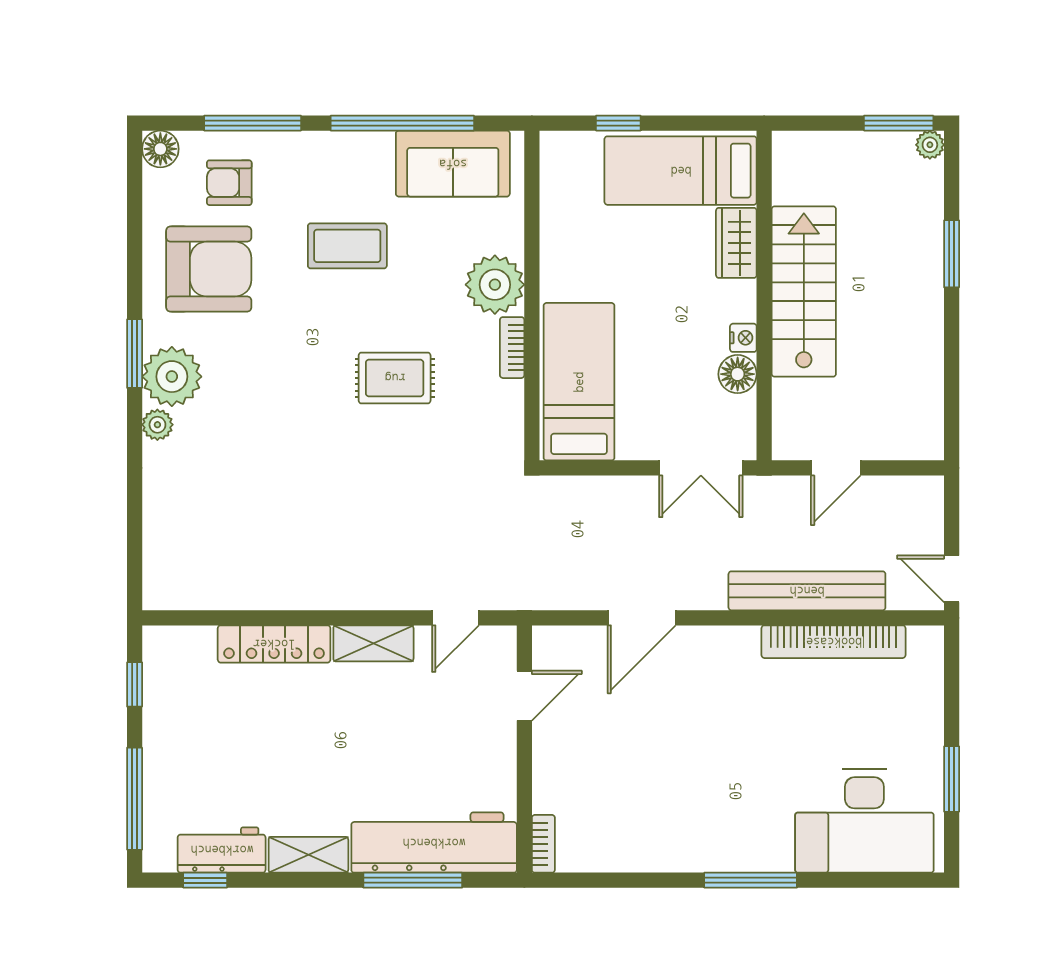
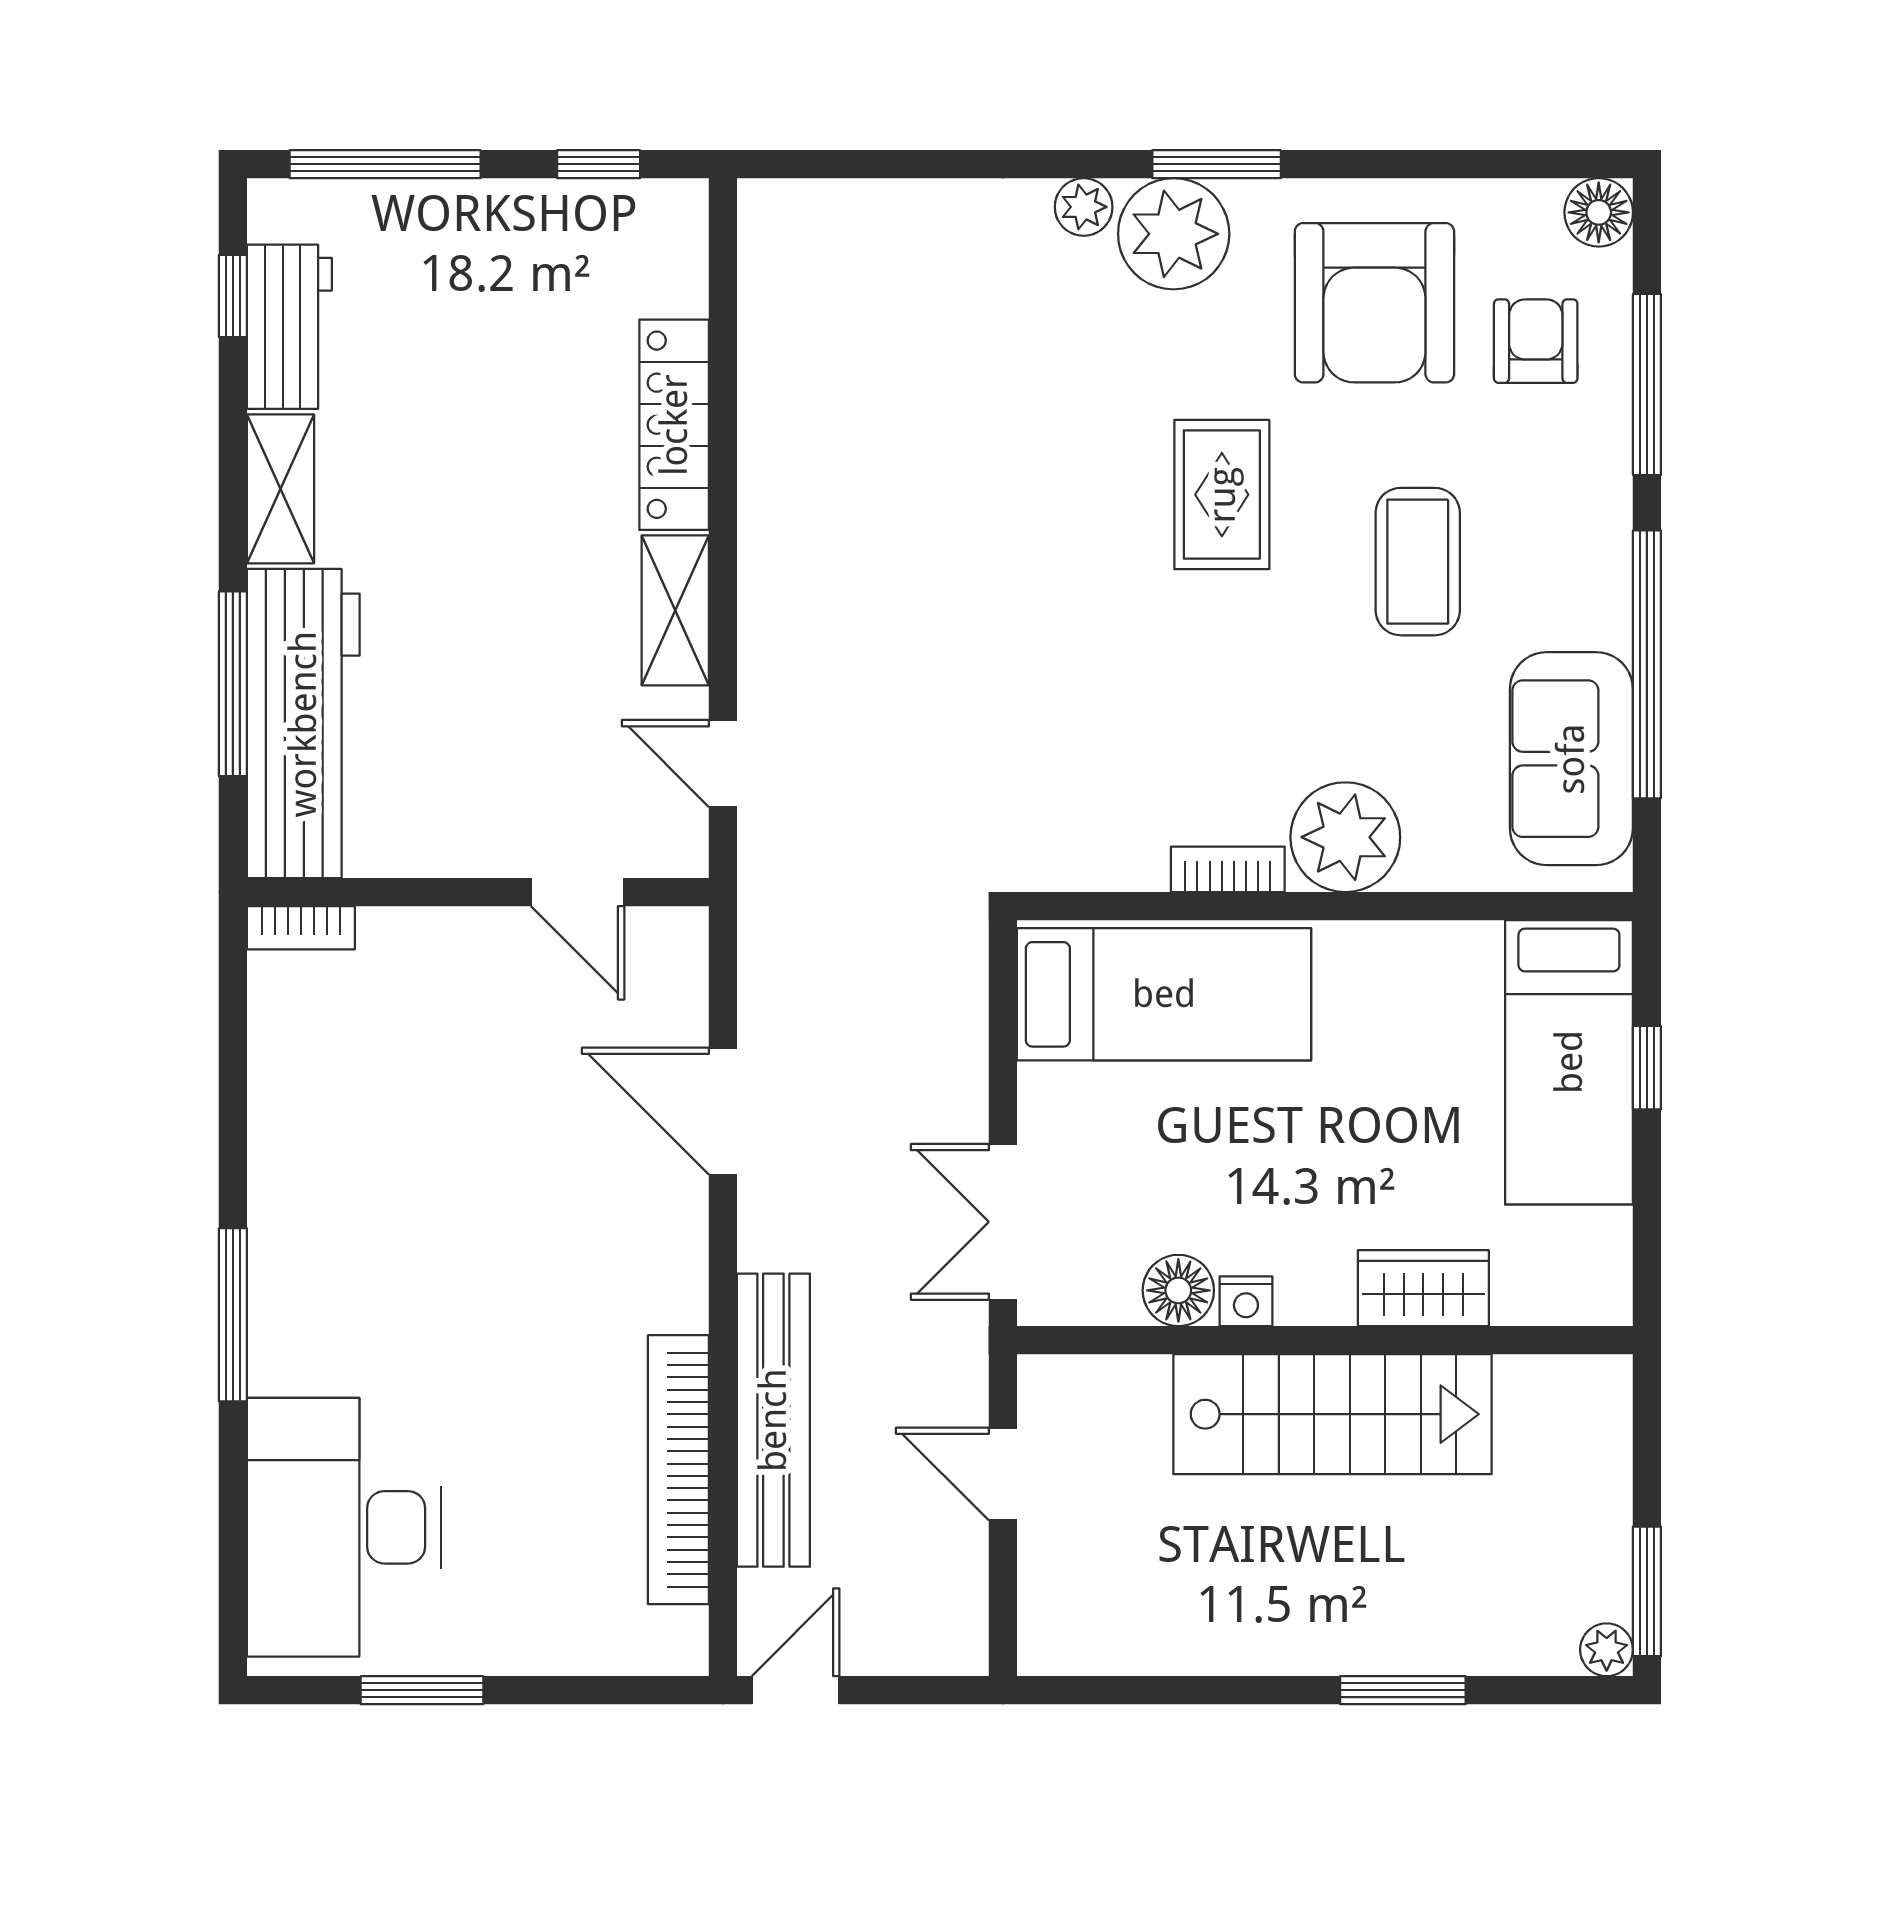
bed: (681, 171) -> (1569, 1062), moved, turned 180
rug: (395, 378) -> (1222, 495), moved

